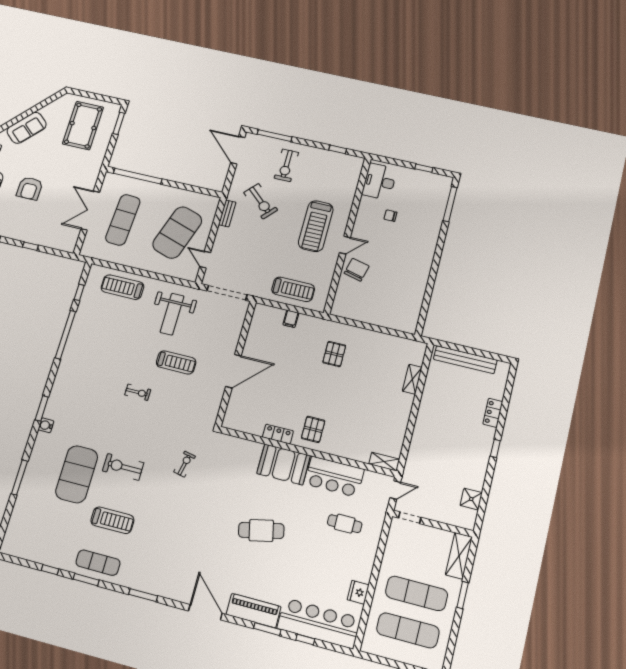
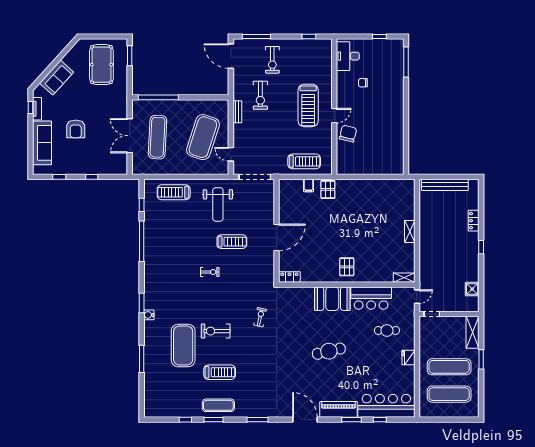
exercise bike: (261, 201) -> (260, 95), turned 48
pallet: (334, 354) -> (328, 189), moved
shelving: (412, 379) -> (410, 231), moved
locker: (278, 434) -> (289, 277), moved
fridge: (358, 592) -> (408, 357), moved

